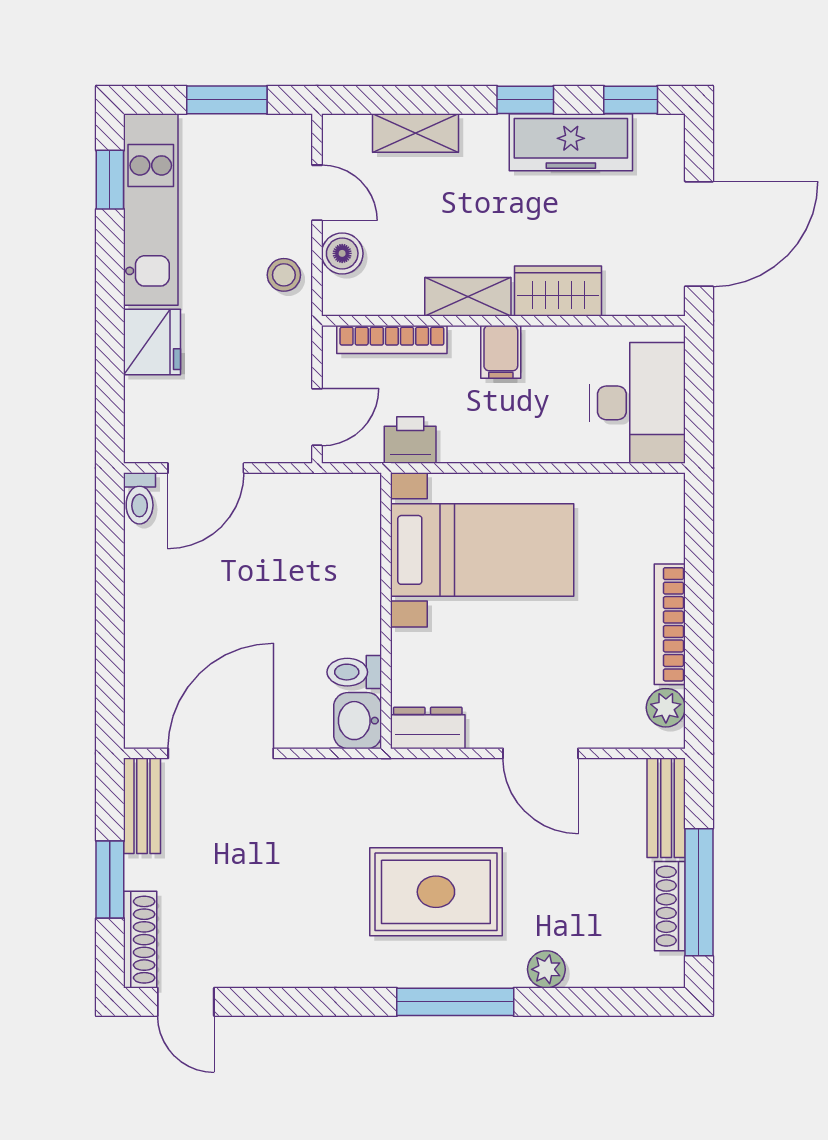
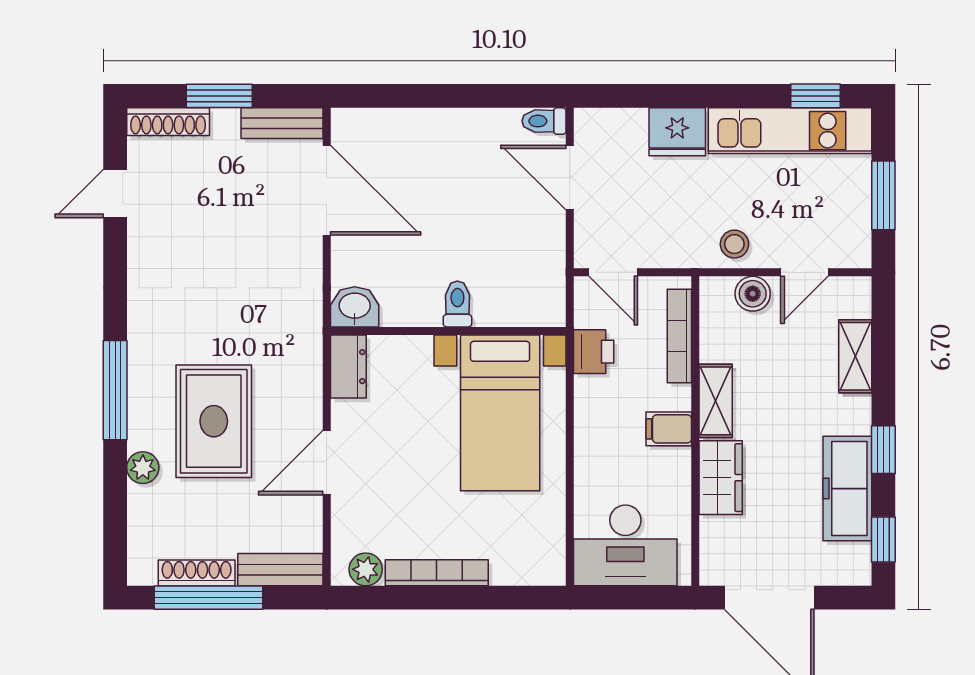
toilet: (354, 672) -> (457, 304), moved
rug: (436, 892) -> (214, 421), moved
door: (186, 1002) -> (115, 193), moved

